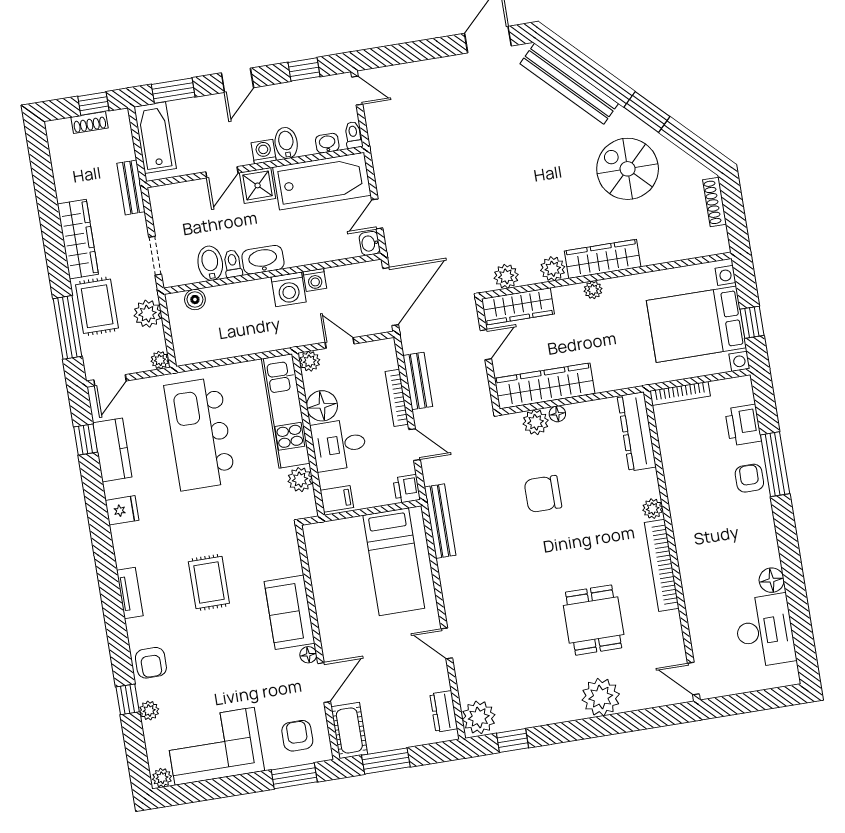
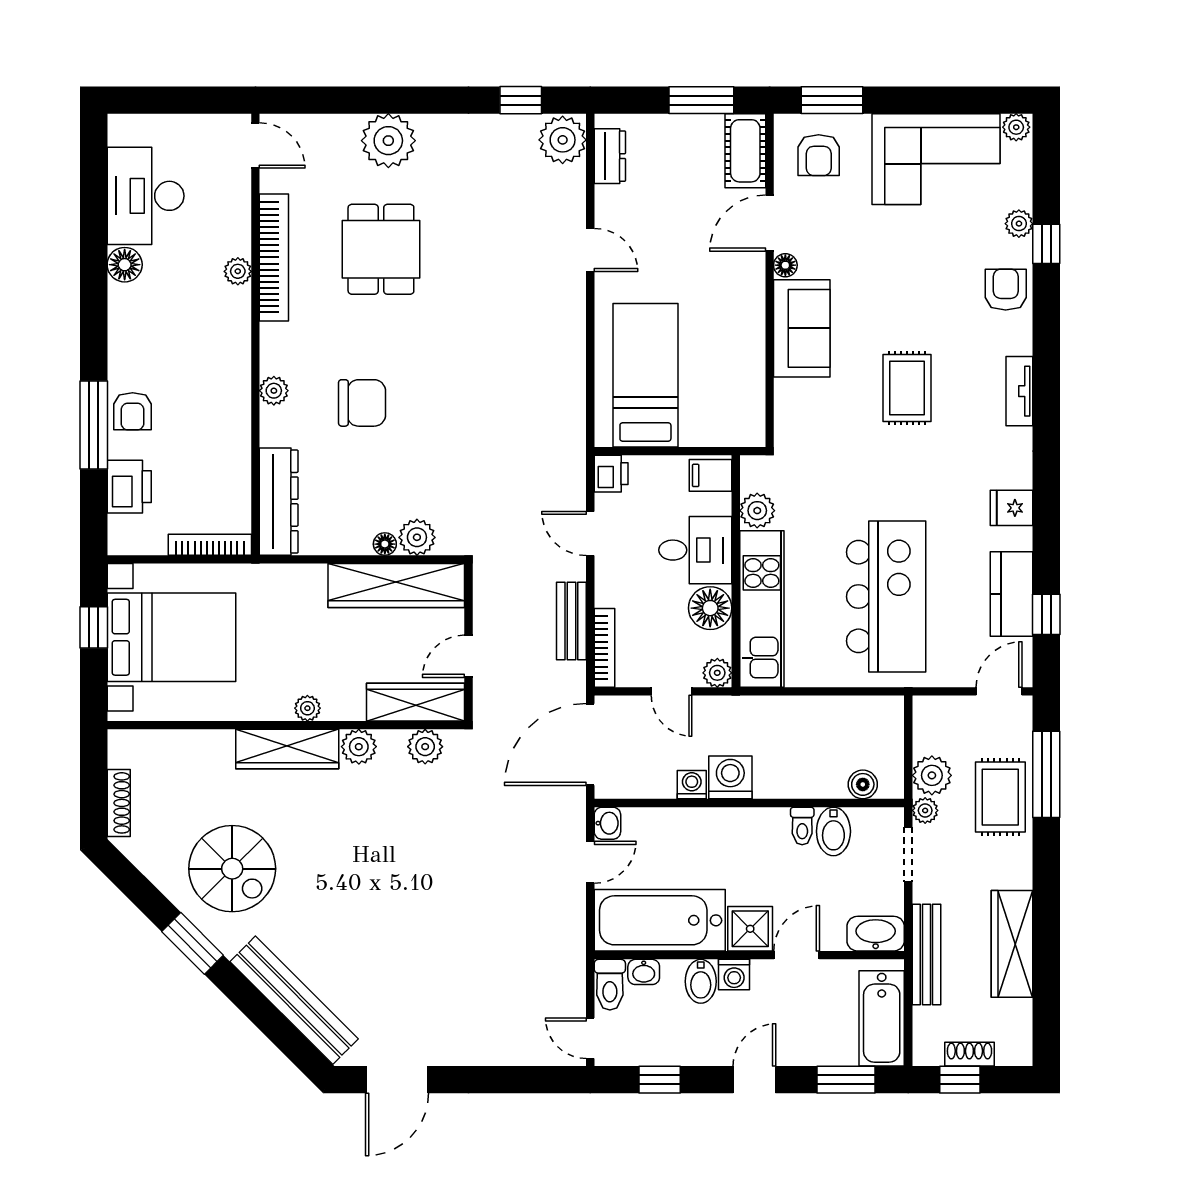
toilet: (353, 135) -> (610, 985), width x1.37, depth x1.39
bench: (131, 187) -> (926, 955), width x1.36
wardrobe: (78, 239) -> (1012, 944), moved
washbasin: (263, 260) -> (876, 934), moved, turned 180
plant: (160, 360) -> (925, 810), moved
bookcase: (397, 398) -> (604, 648), moved
chair: (543, 494) -> (362, 403), moved
bench: (440, 521) -> (572, 421), removed
bookcase: (662, 565) -> (274, 257), moved
plant: (691, 588) -> (238, 271), added

